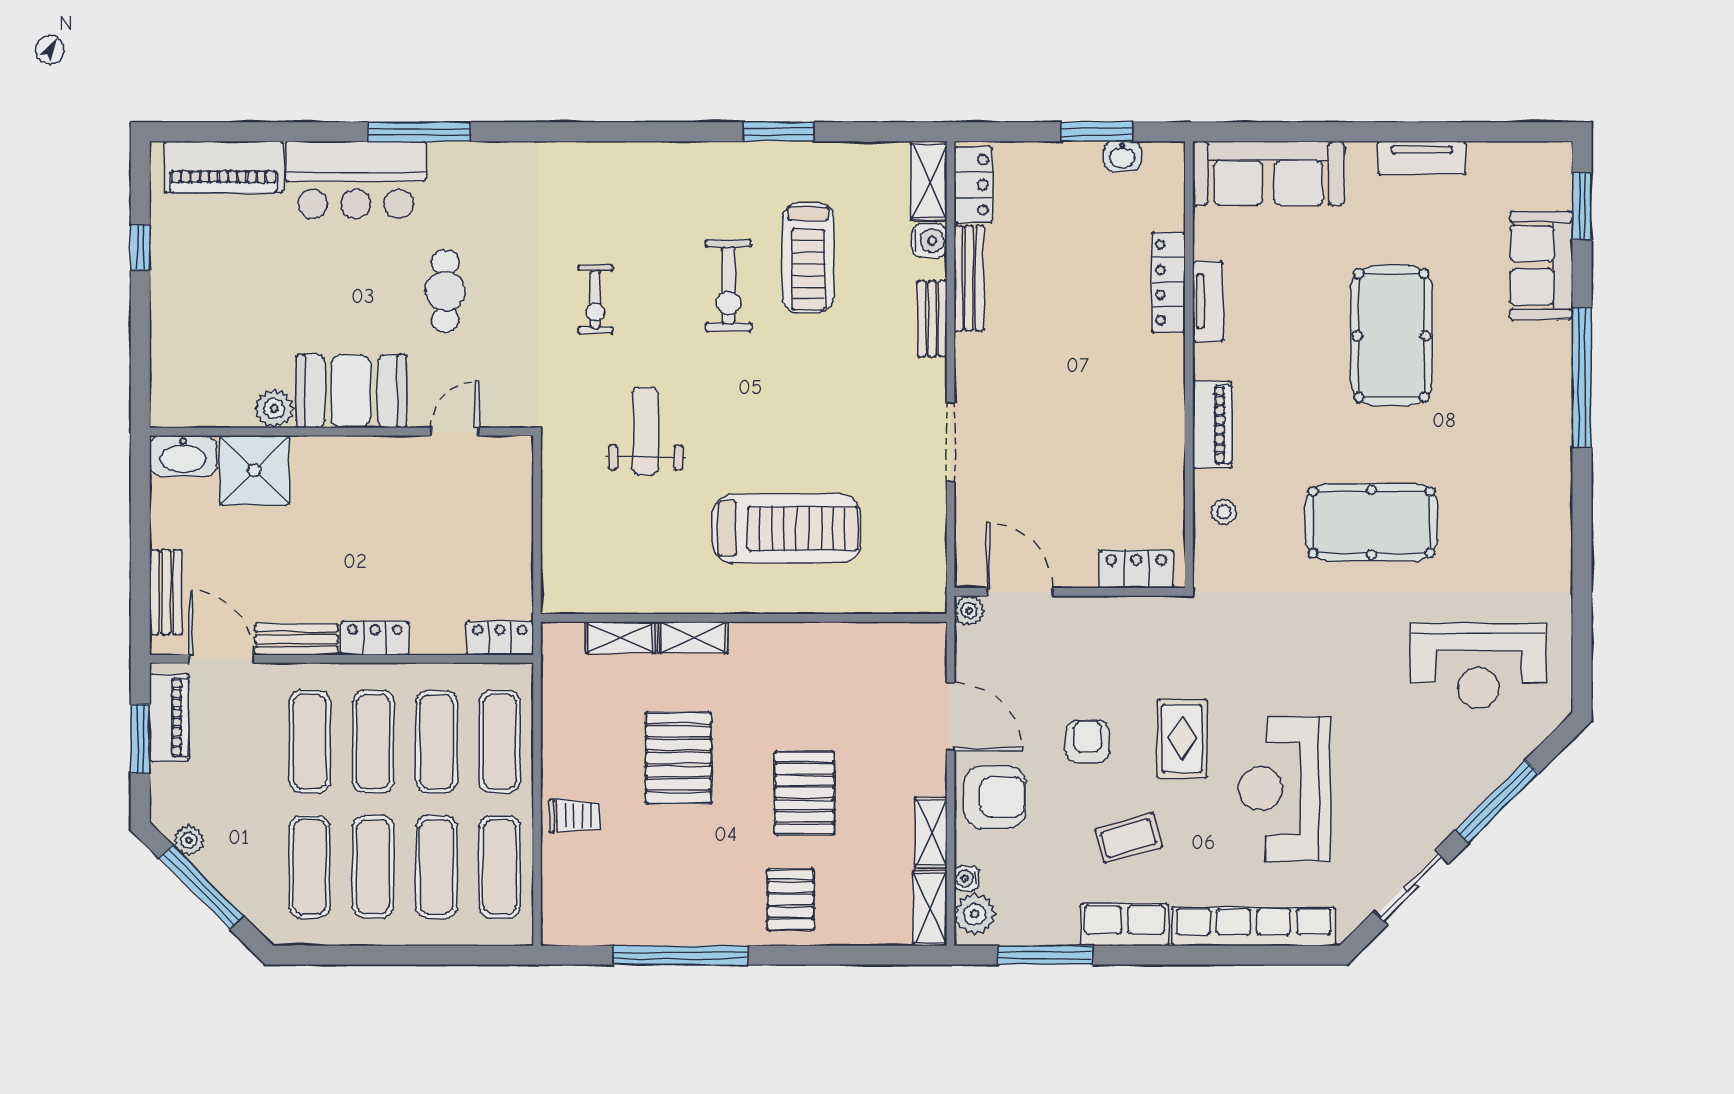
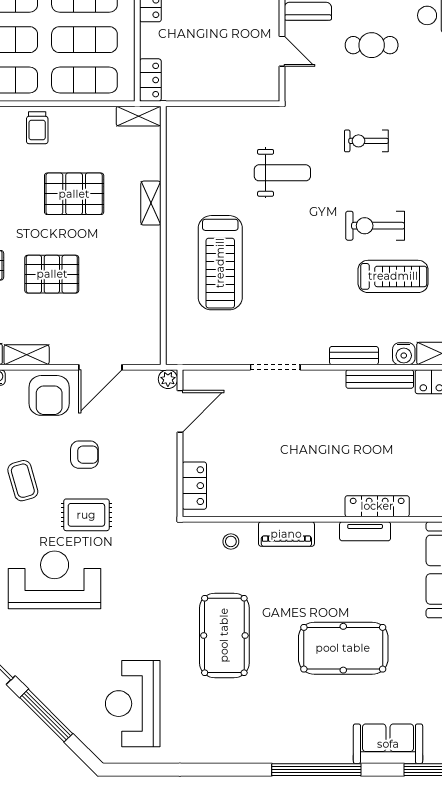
treadmill: (808, 257) -> (393, 276), turned 180
shelving: (620, 637) -> (139, 116), moved, turned 90

